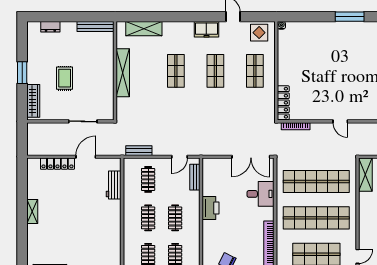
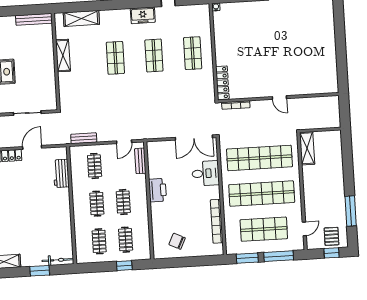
display table: (259, 33) -> (194, 15), removed
shelving: (123, 73) -> (63, 55), width x0.68

